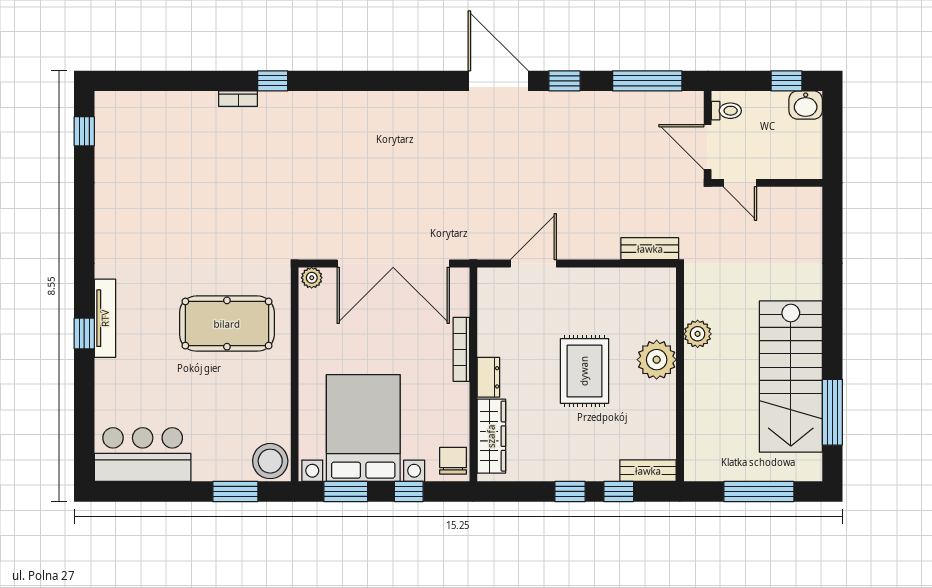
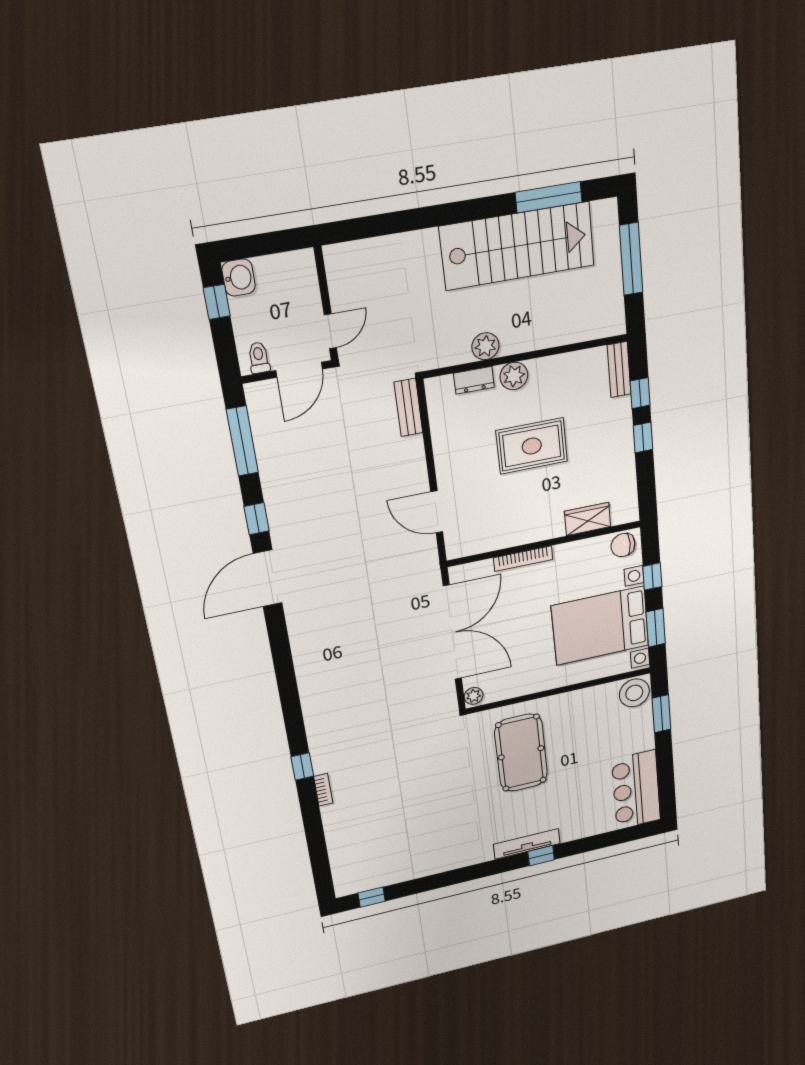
plant: (657, 360) -> (514, 376), width x0.73, depth x0.73
dresser: (488, 377) -> (474, 380), moved, turned 180
wardrobe: (491, 436) -> (588, 519), width x0.67

